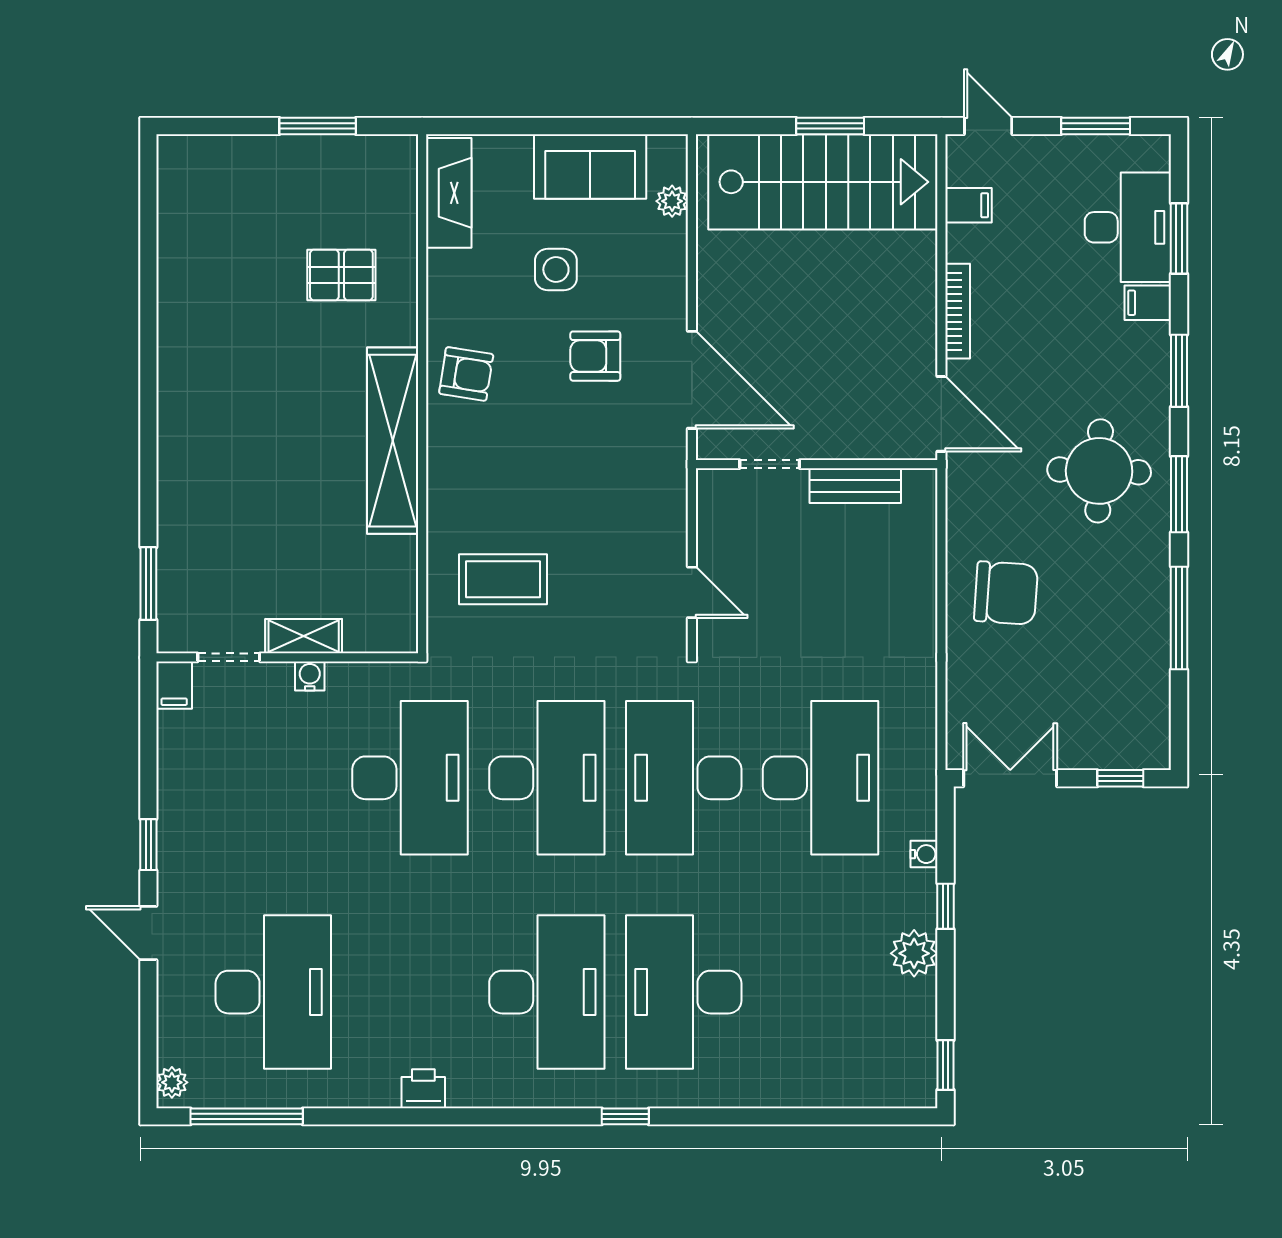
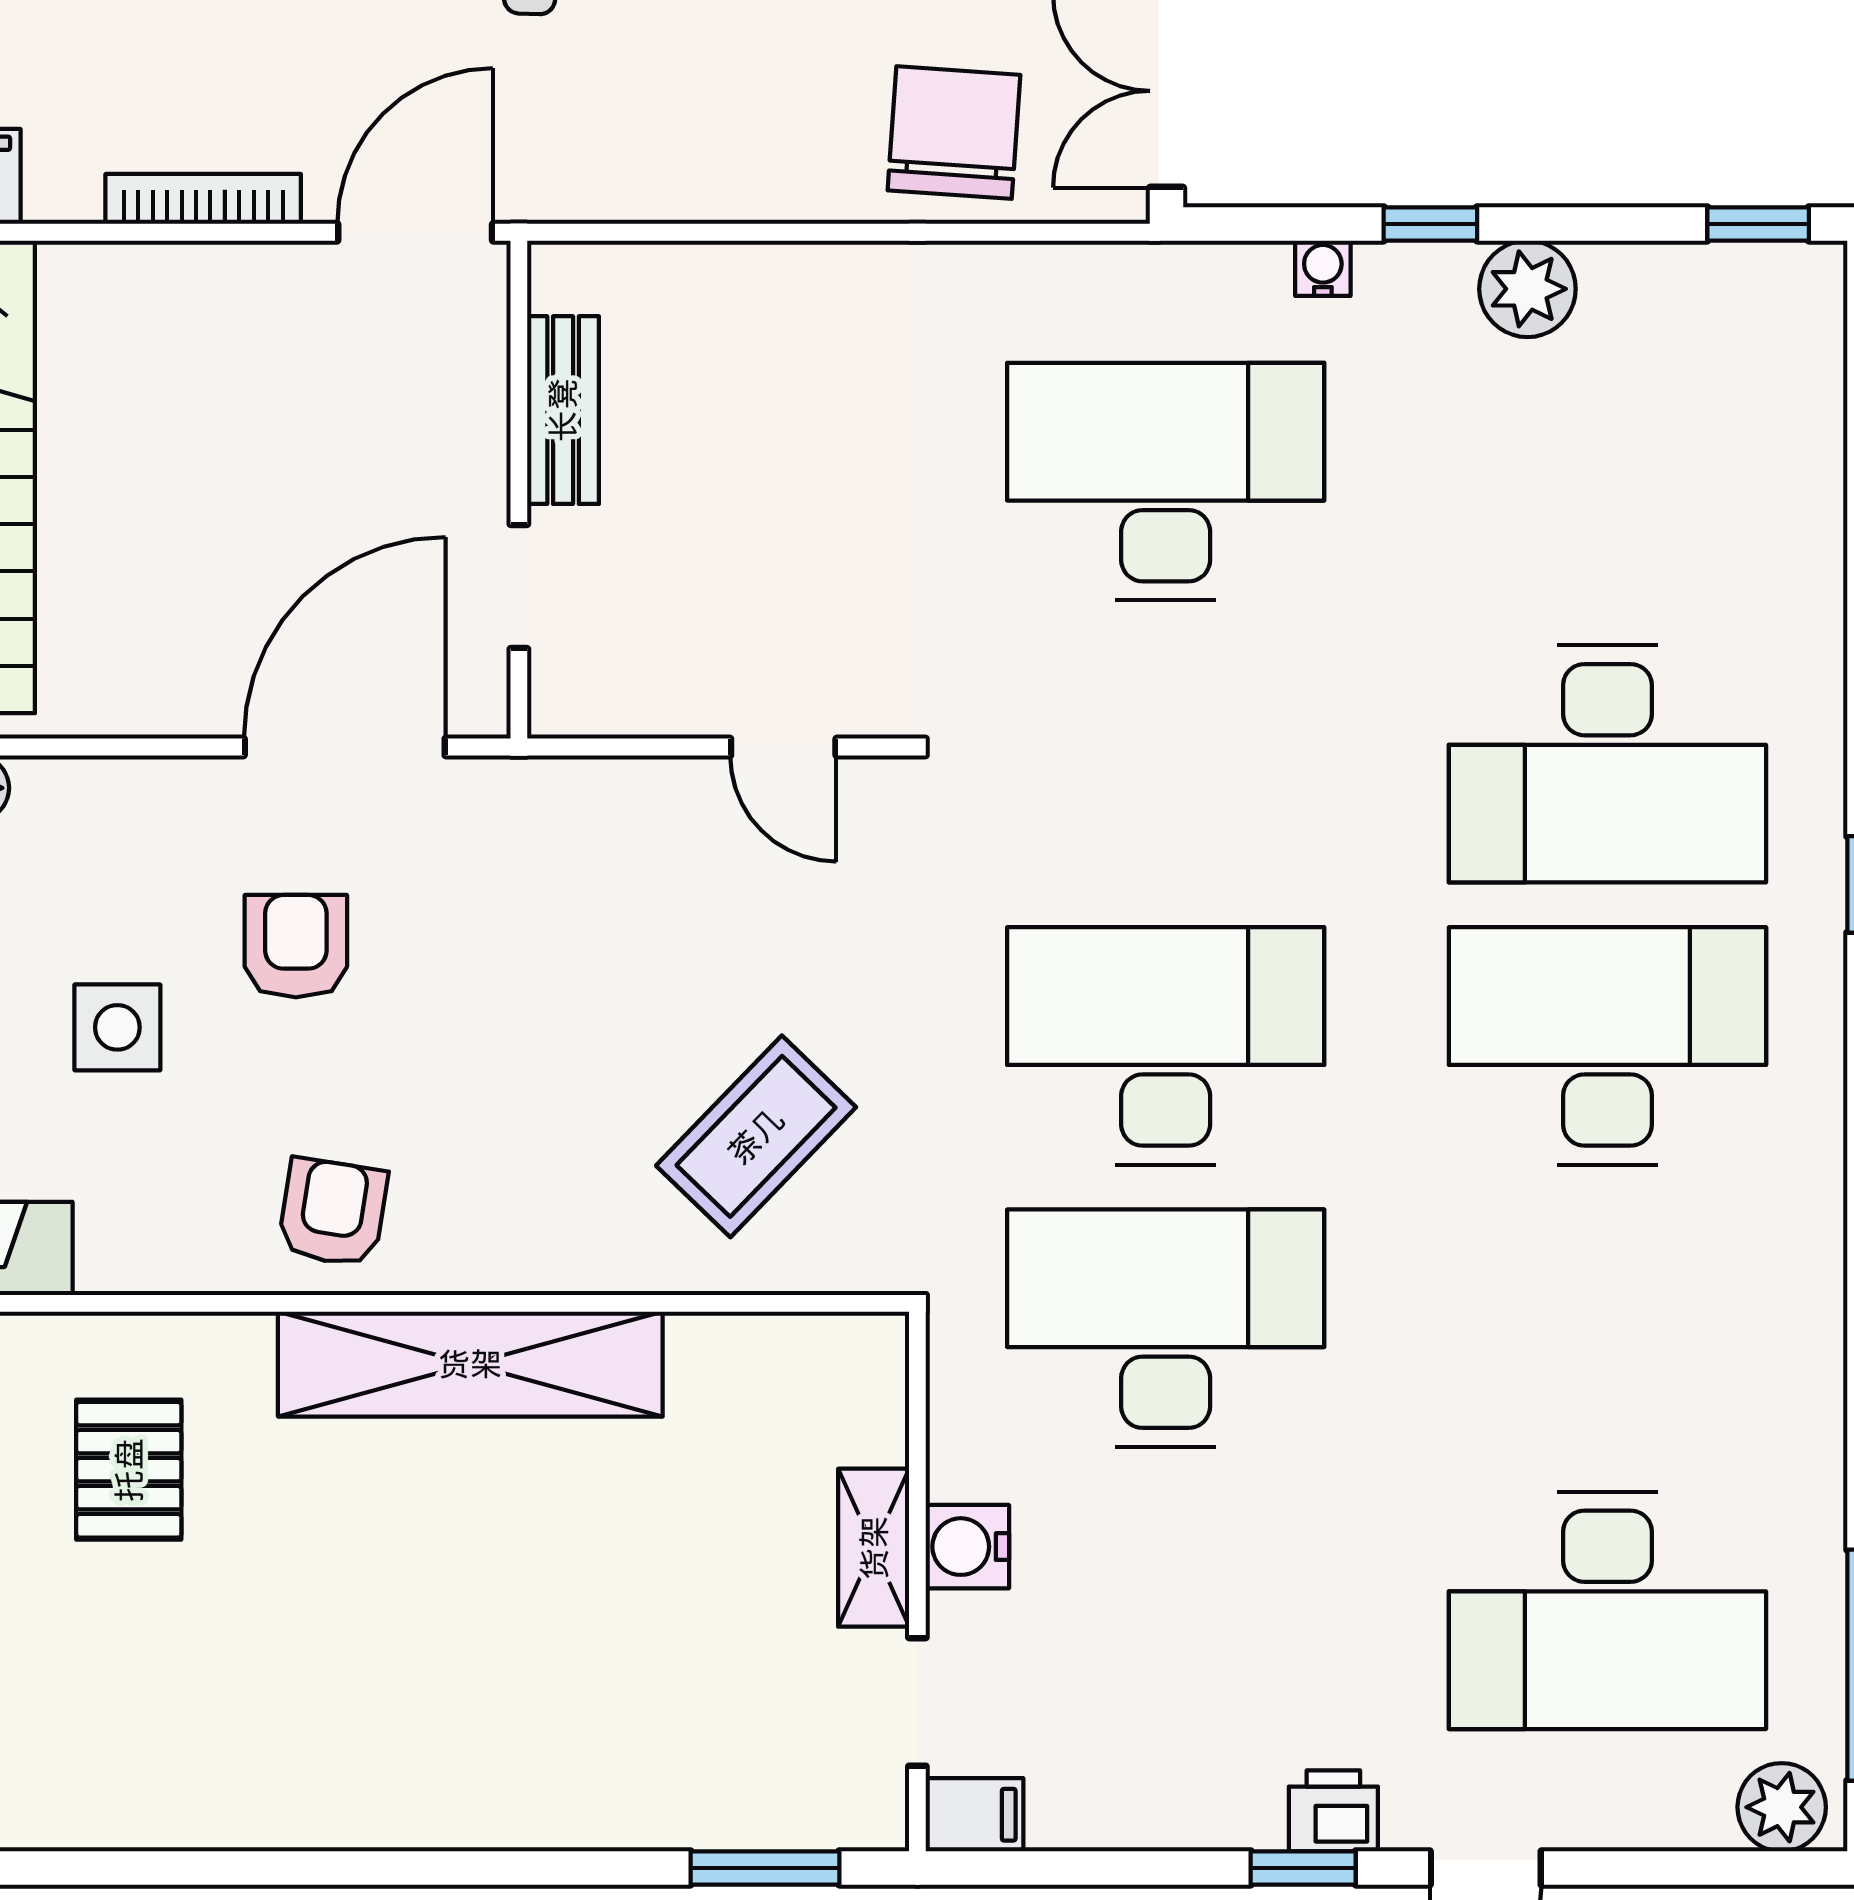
armchair: (595, 356) -> (296, 946), turned 180
coffee table: (503, 579) -> (756, 1136), turned 44
door: (692, 592) -> (783, 747), swing flipped
chair: (1006, 593) -> (954, 133), moved
water cooler: (310, 676) -> (967, 1547), width x1.38, depth x1.38
desk: (684, 778) -> (1166, 764), removed
desk: (273, 992) -> (1607, 1610), turned 180
plant: (172, 1082) -> (1782, 1807), width x1.38, depth x1.38
printer: (423, 1089) -> (1333, 1811), moved, turned 90

